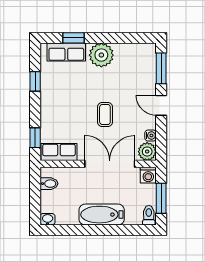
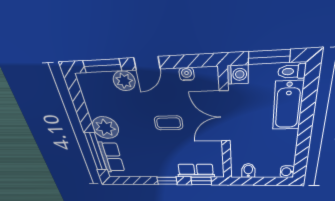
window: (73, 38) -> (96, 152), width x2.17
window: (35, 81) -> (167, 181), moved
row of seats: (59, 152) -> (196, 171), moved, turned 90
plant: (147, 152) -> (124, 81), moved
bathtub: (102, 215) -> (288, 106), moved

